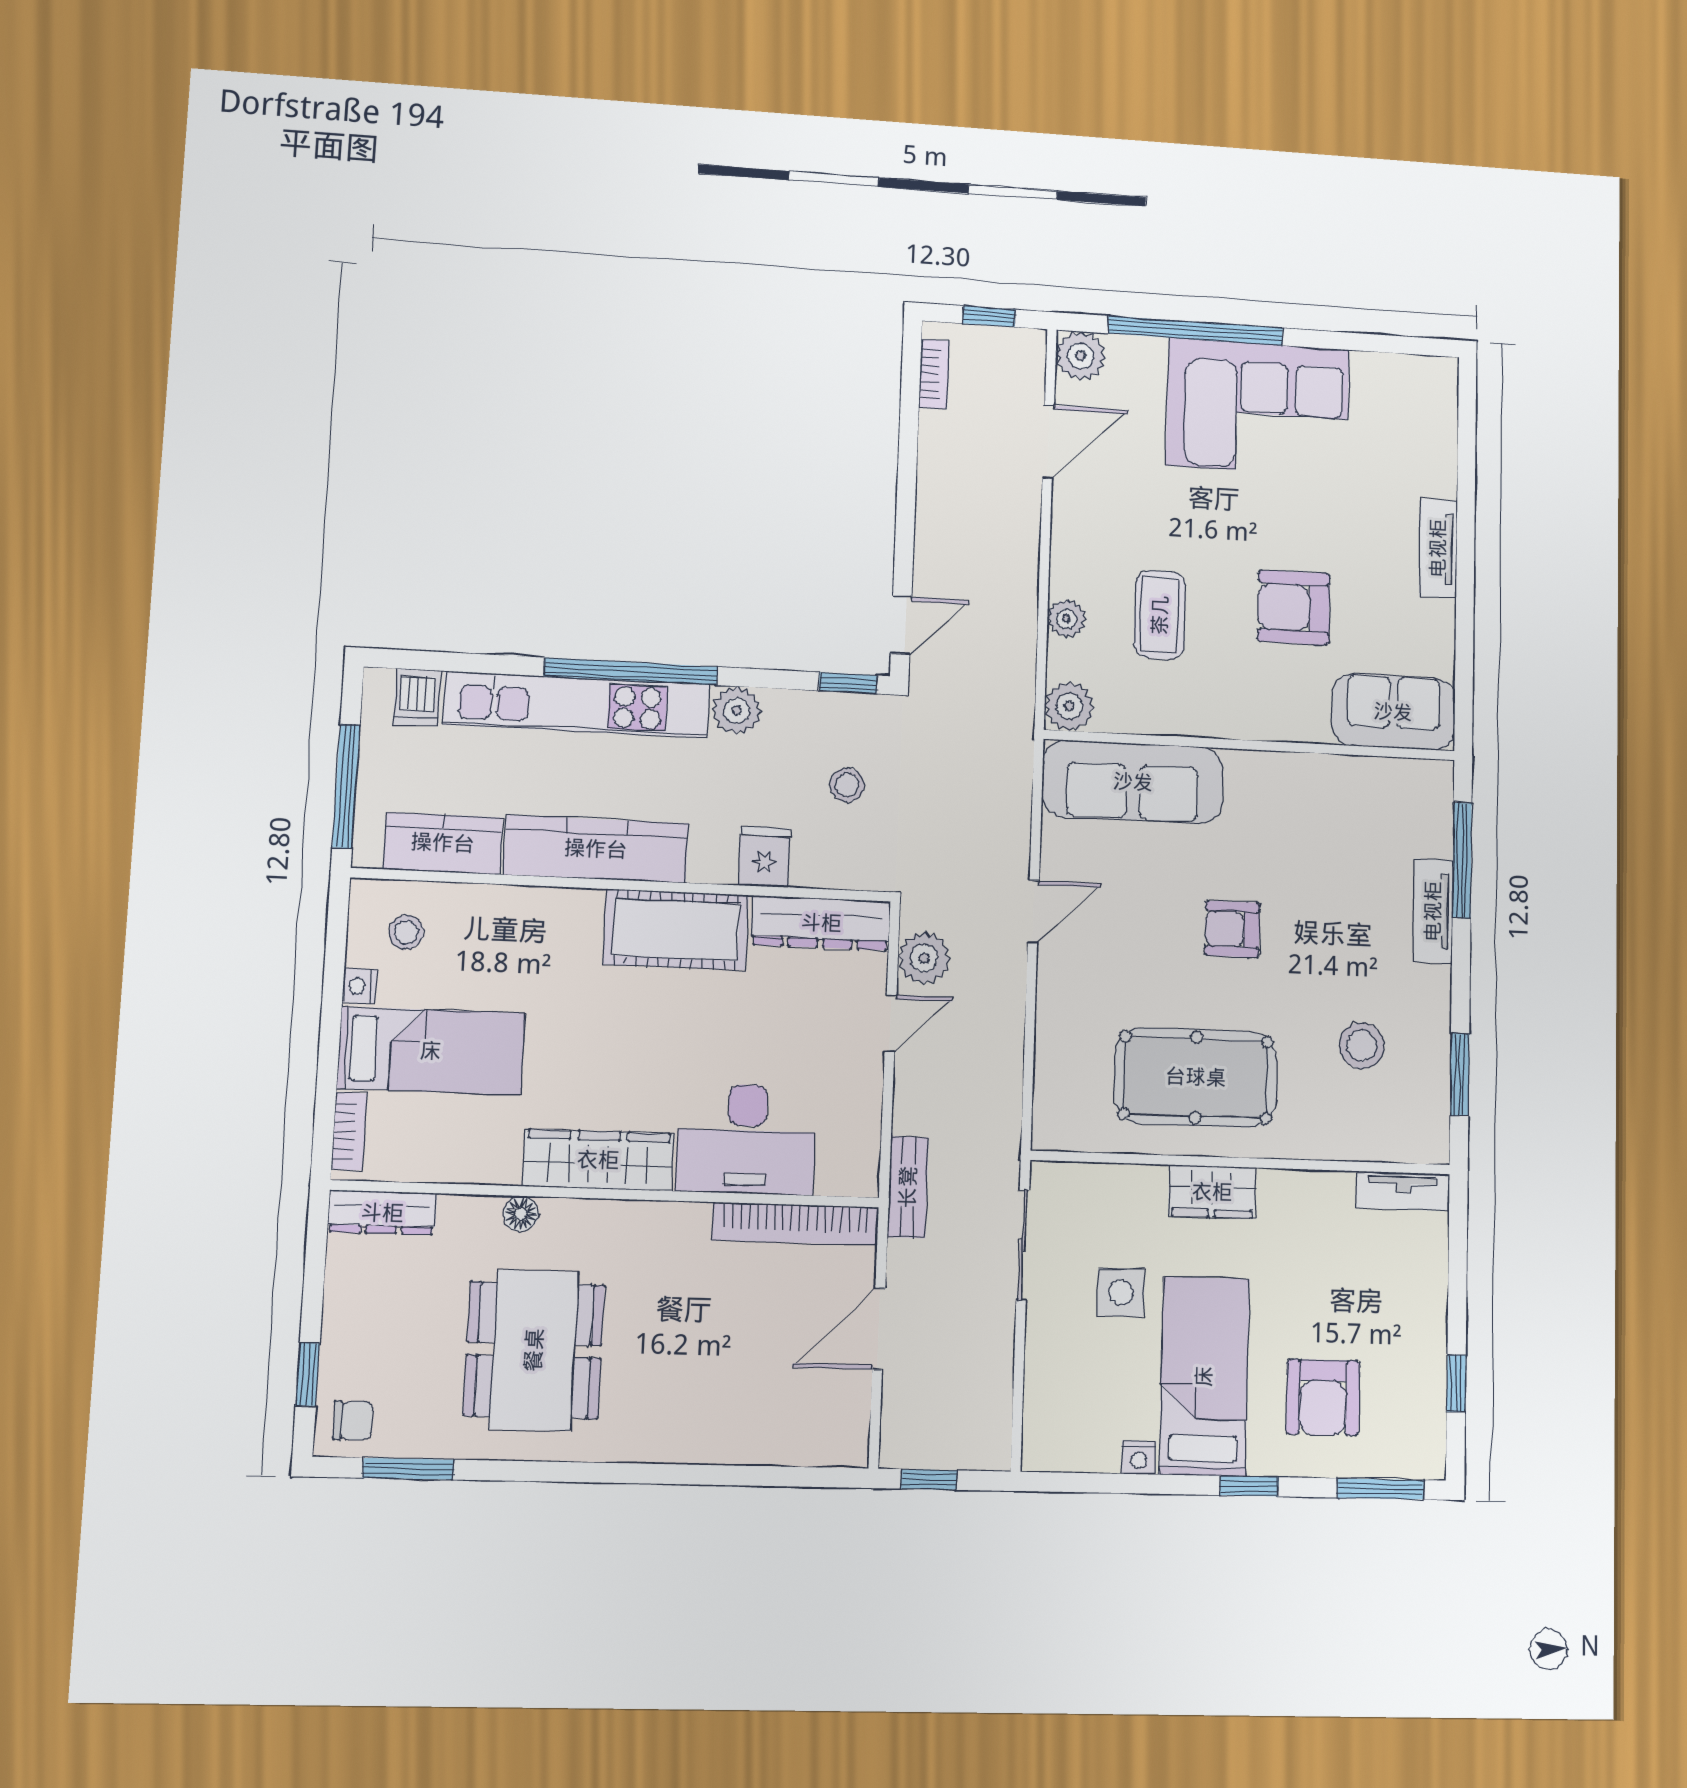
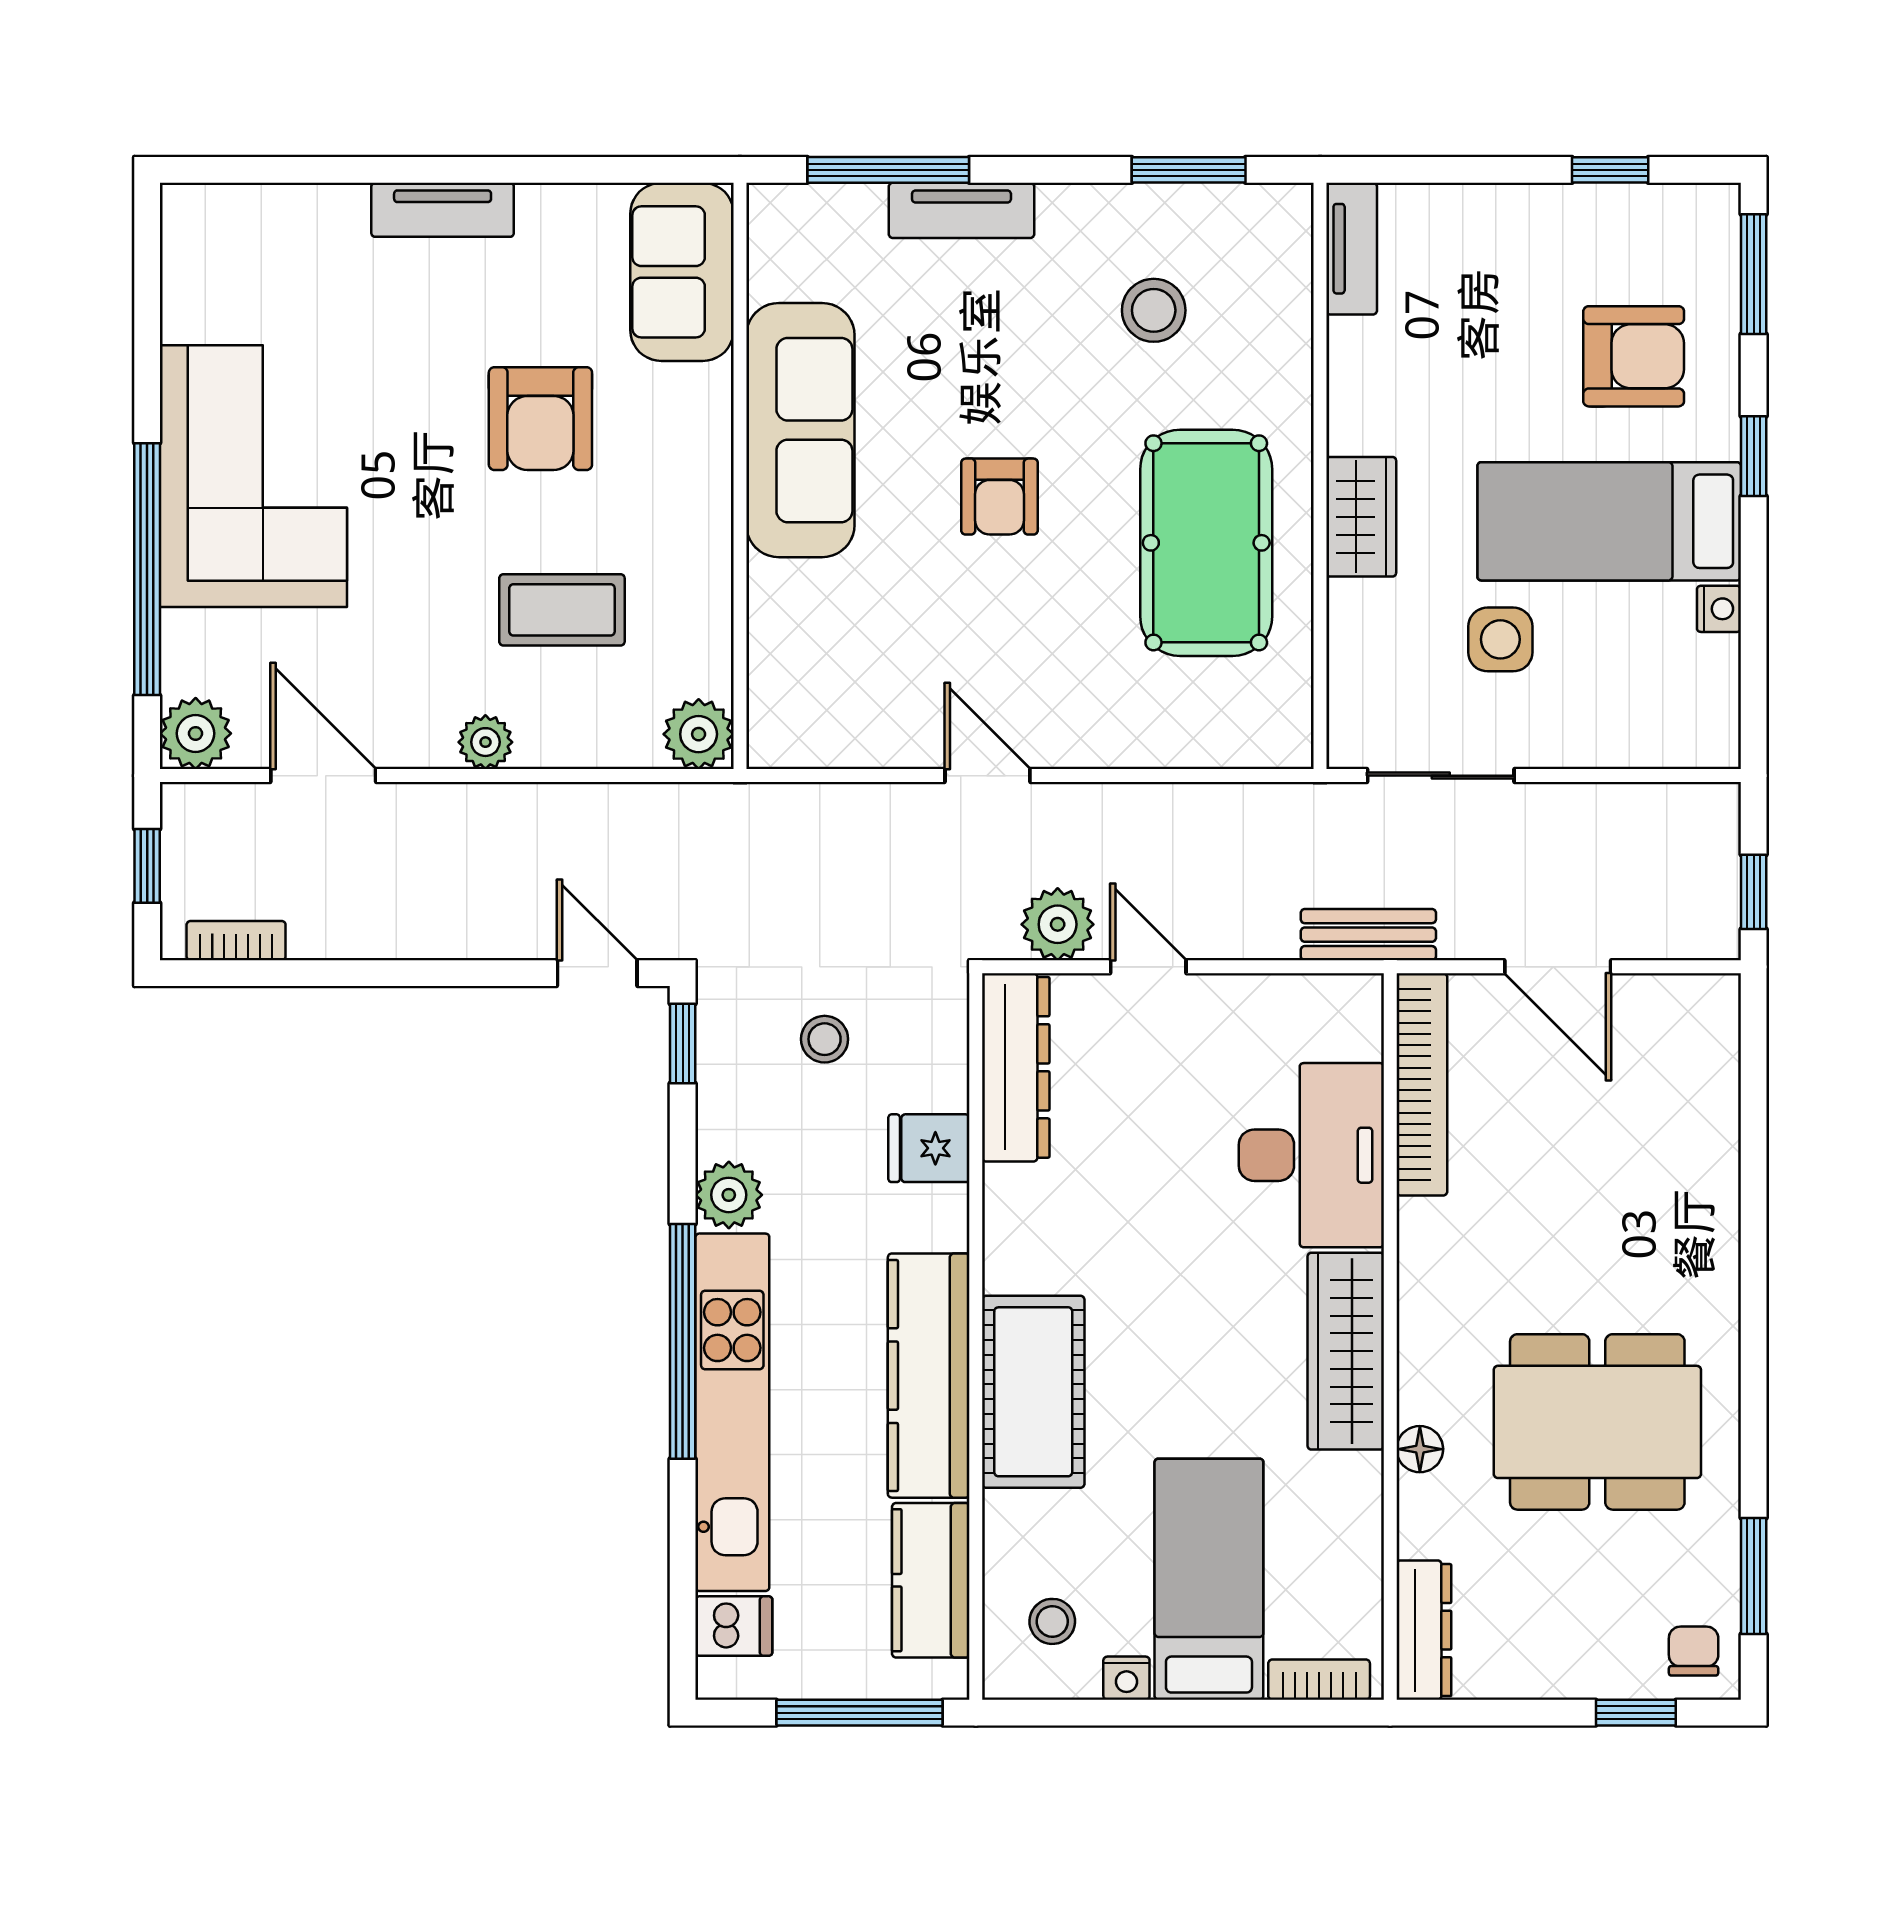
plant: (1066, 618) -> (485, 742), moved
sofa: (1133, 782) -> (800, 430), moved
cot: (676, 930) -> (1033, 1392), moved

